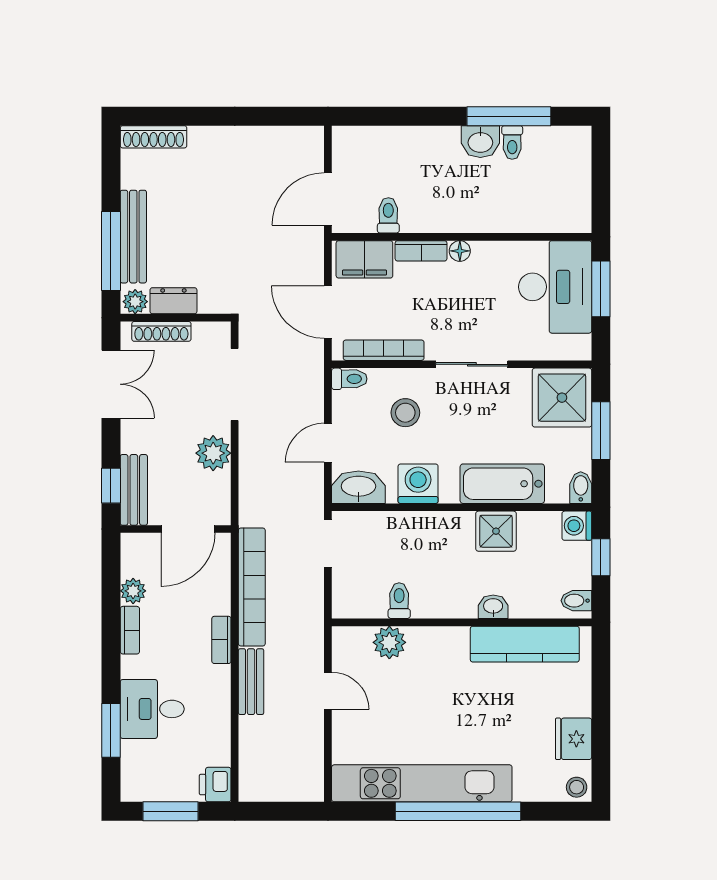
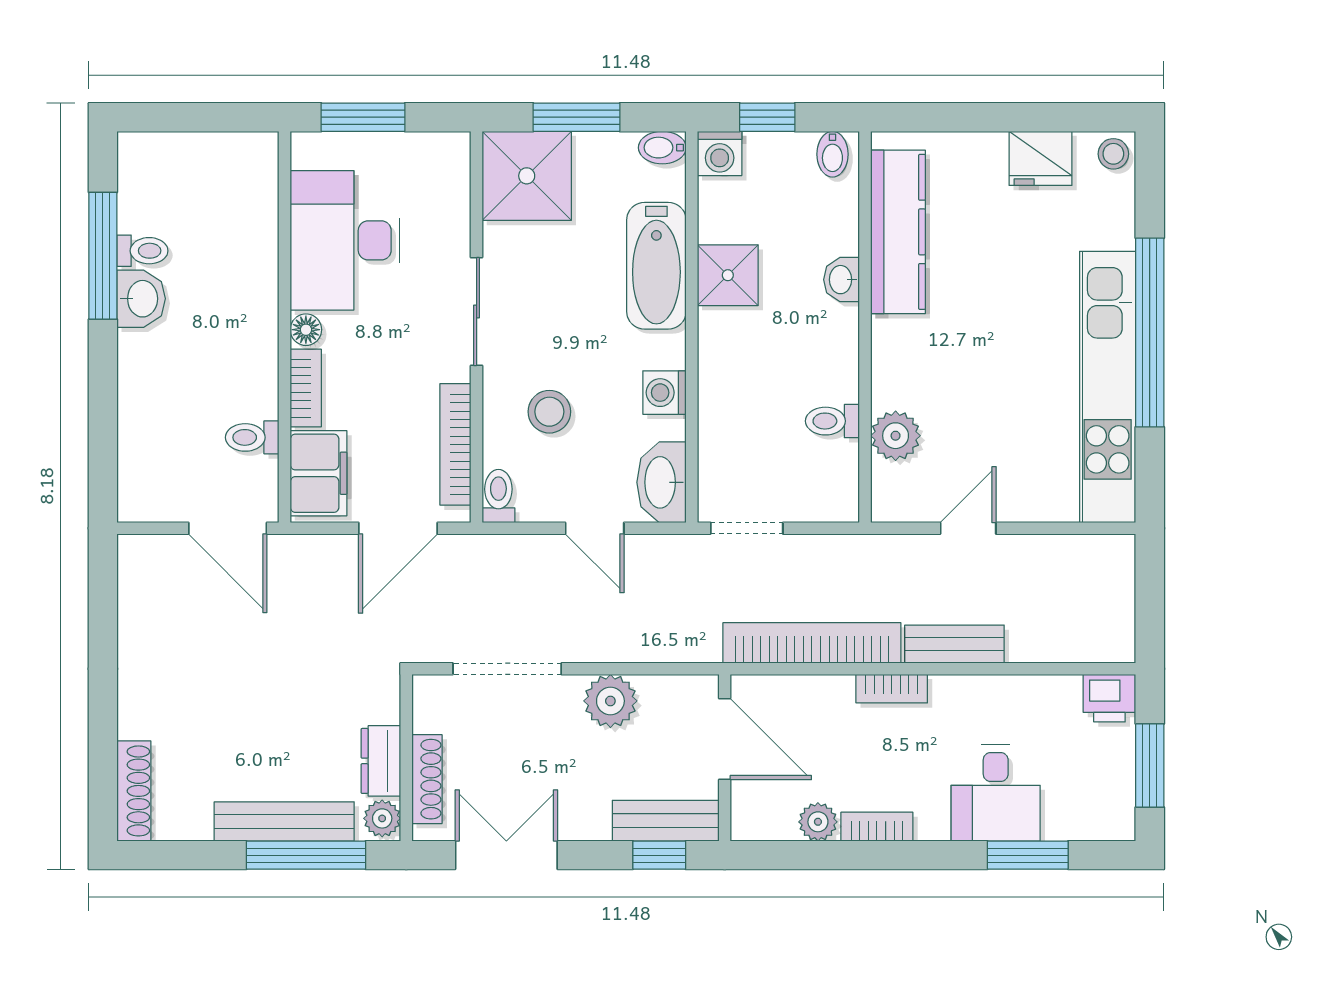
desk: (555, 287) -> (345, 240), moved, turned -90
washing machine: (418, 484) -> (665, 393), width x0.73, depth x0.73

